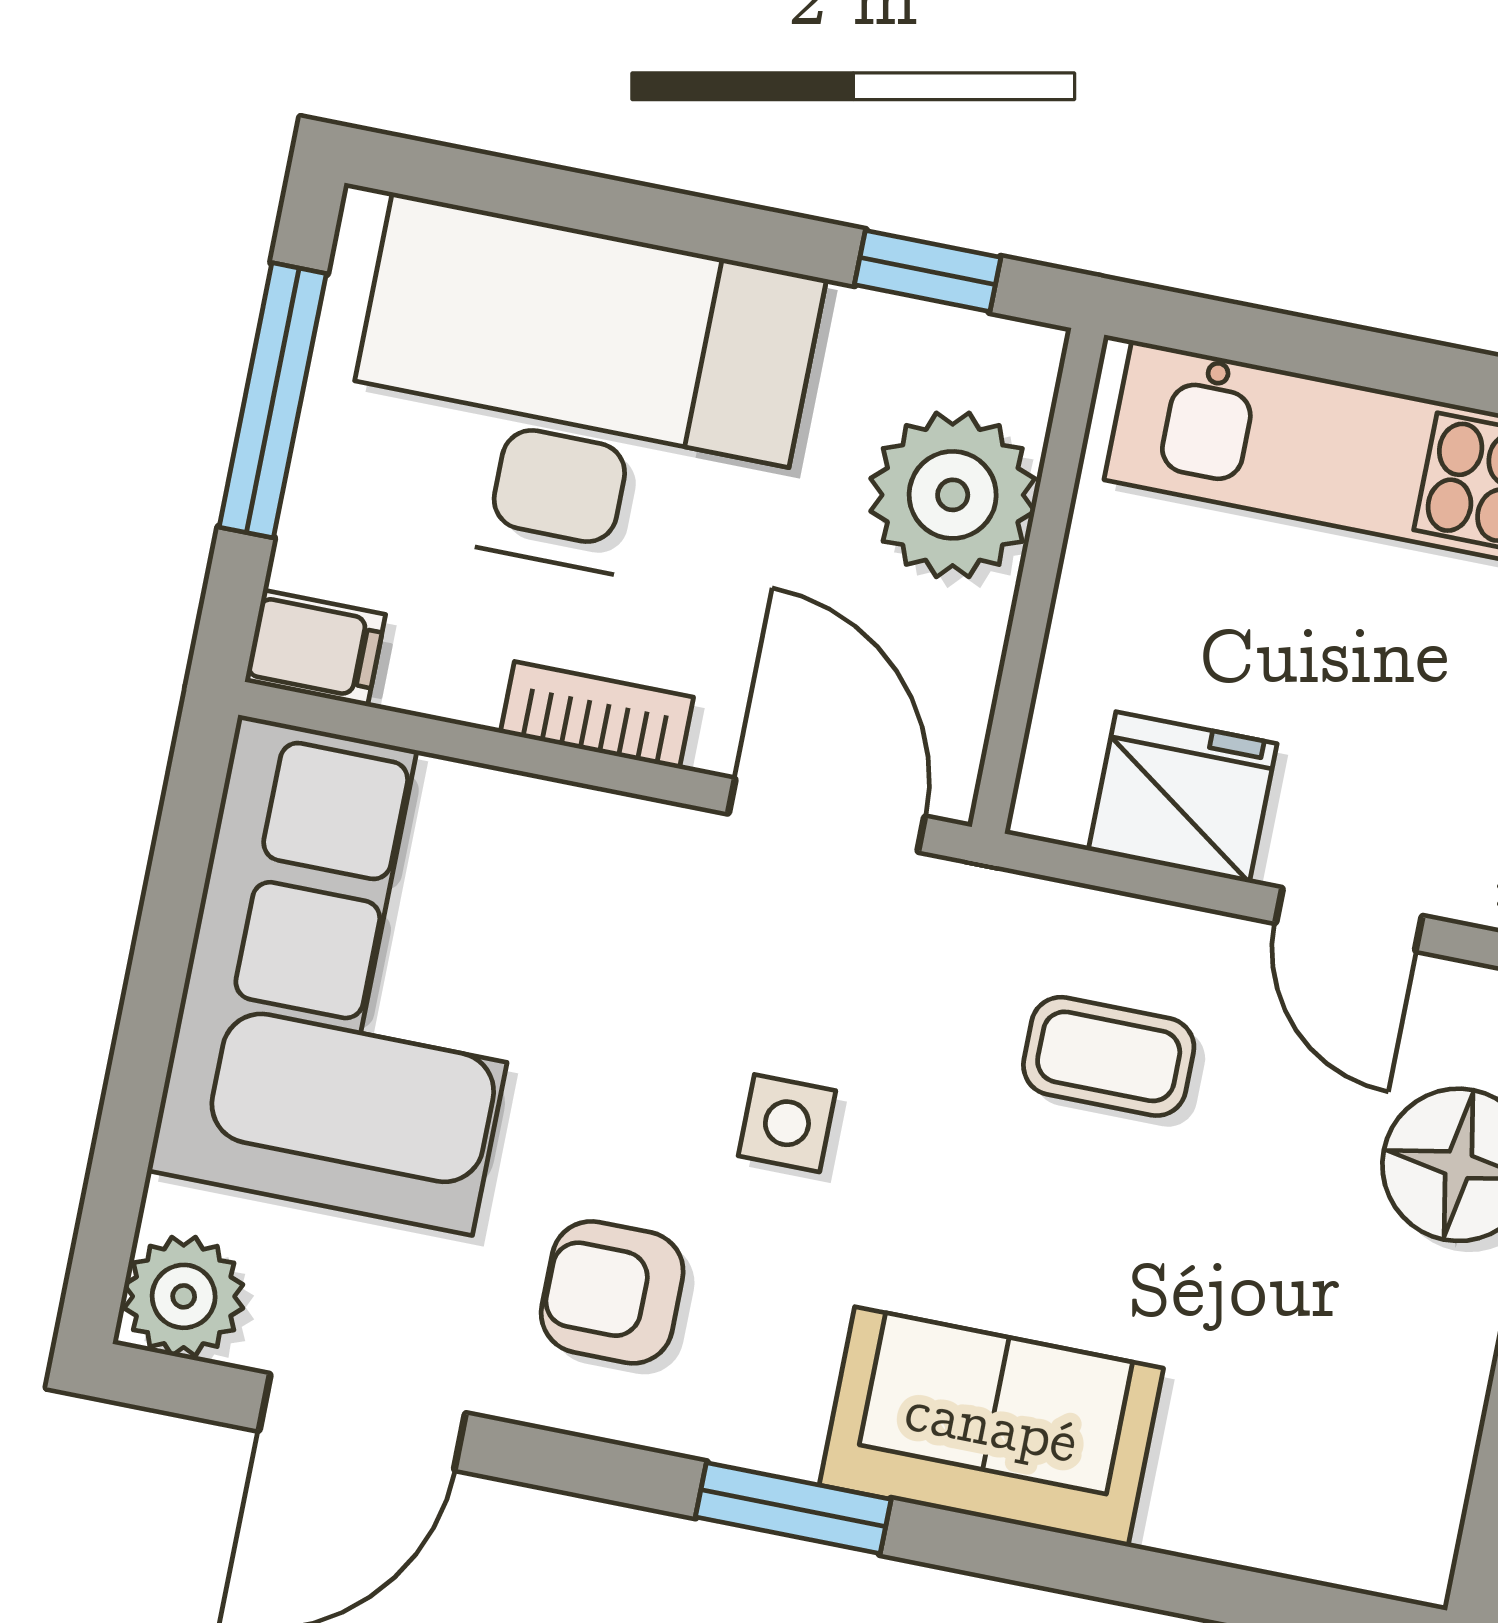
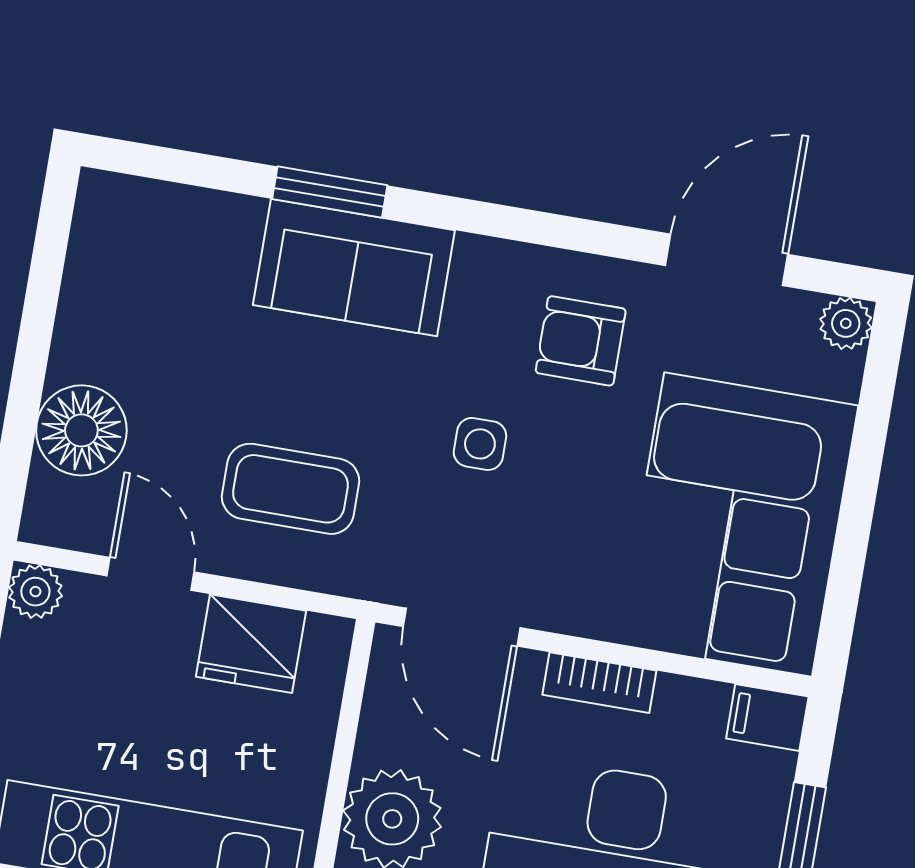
coffee table: (1109, 1056) -> (290, 489), width x1.36, depth x1.30
armchair: (612, 1292) -> (581, 341), turned 180
plant: (184, 1296) -> (846, 323), width x0.73, depth x0.73
window: (793, 1508) -> (330, 192), moved

